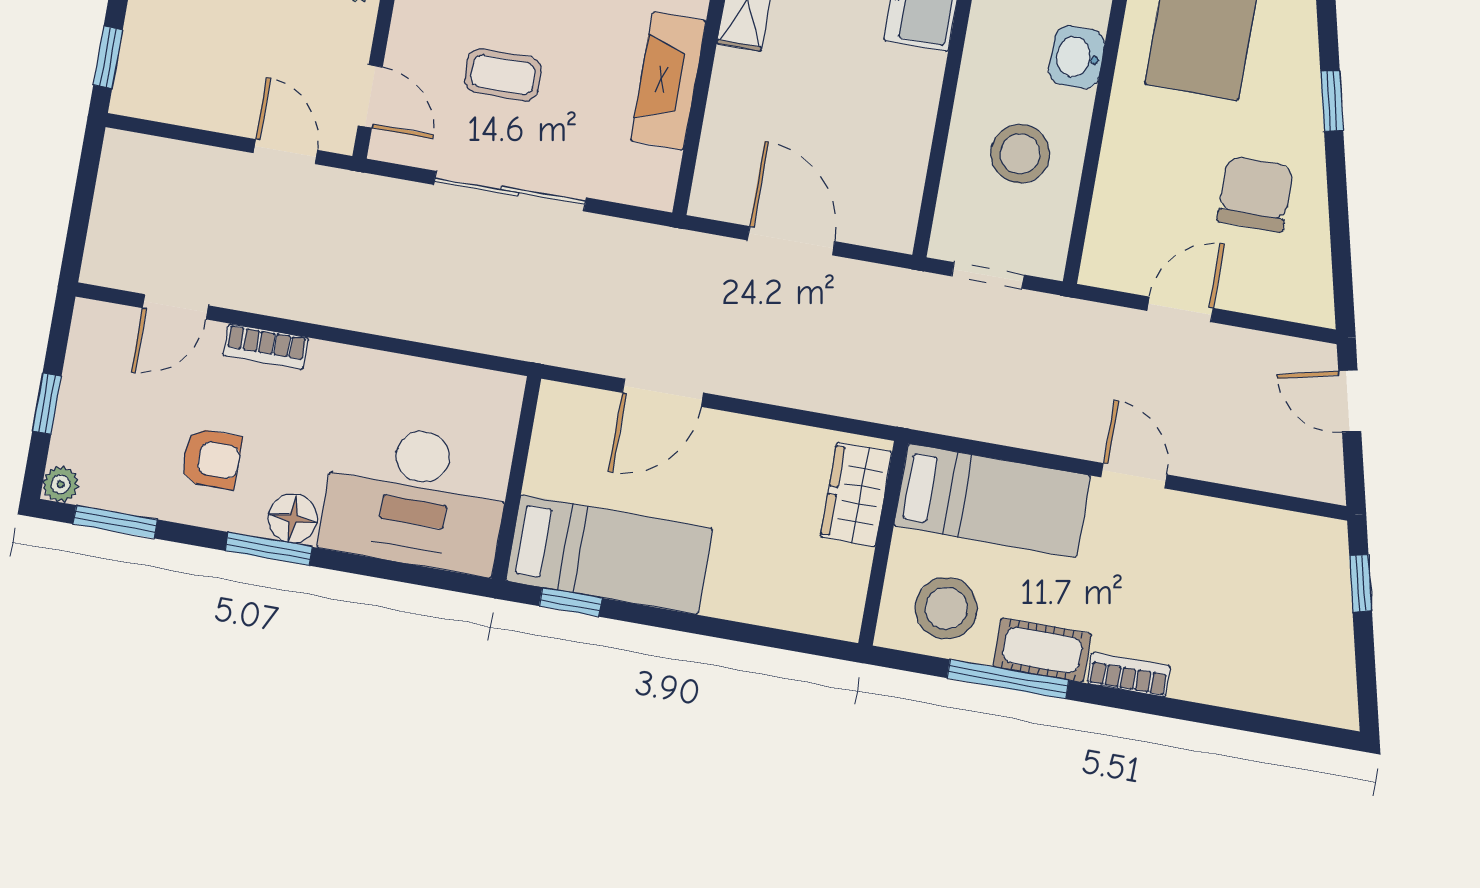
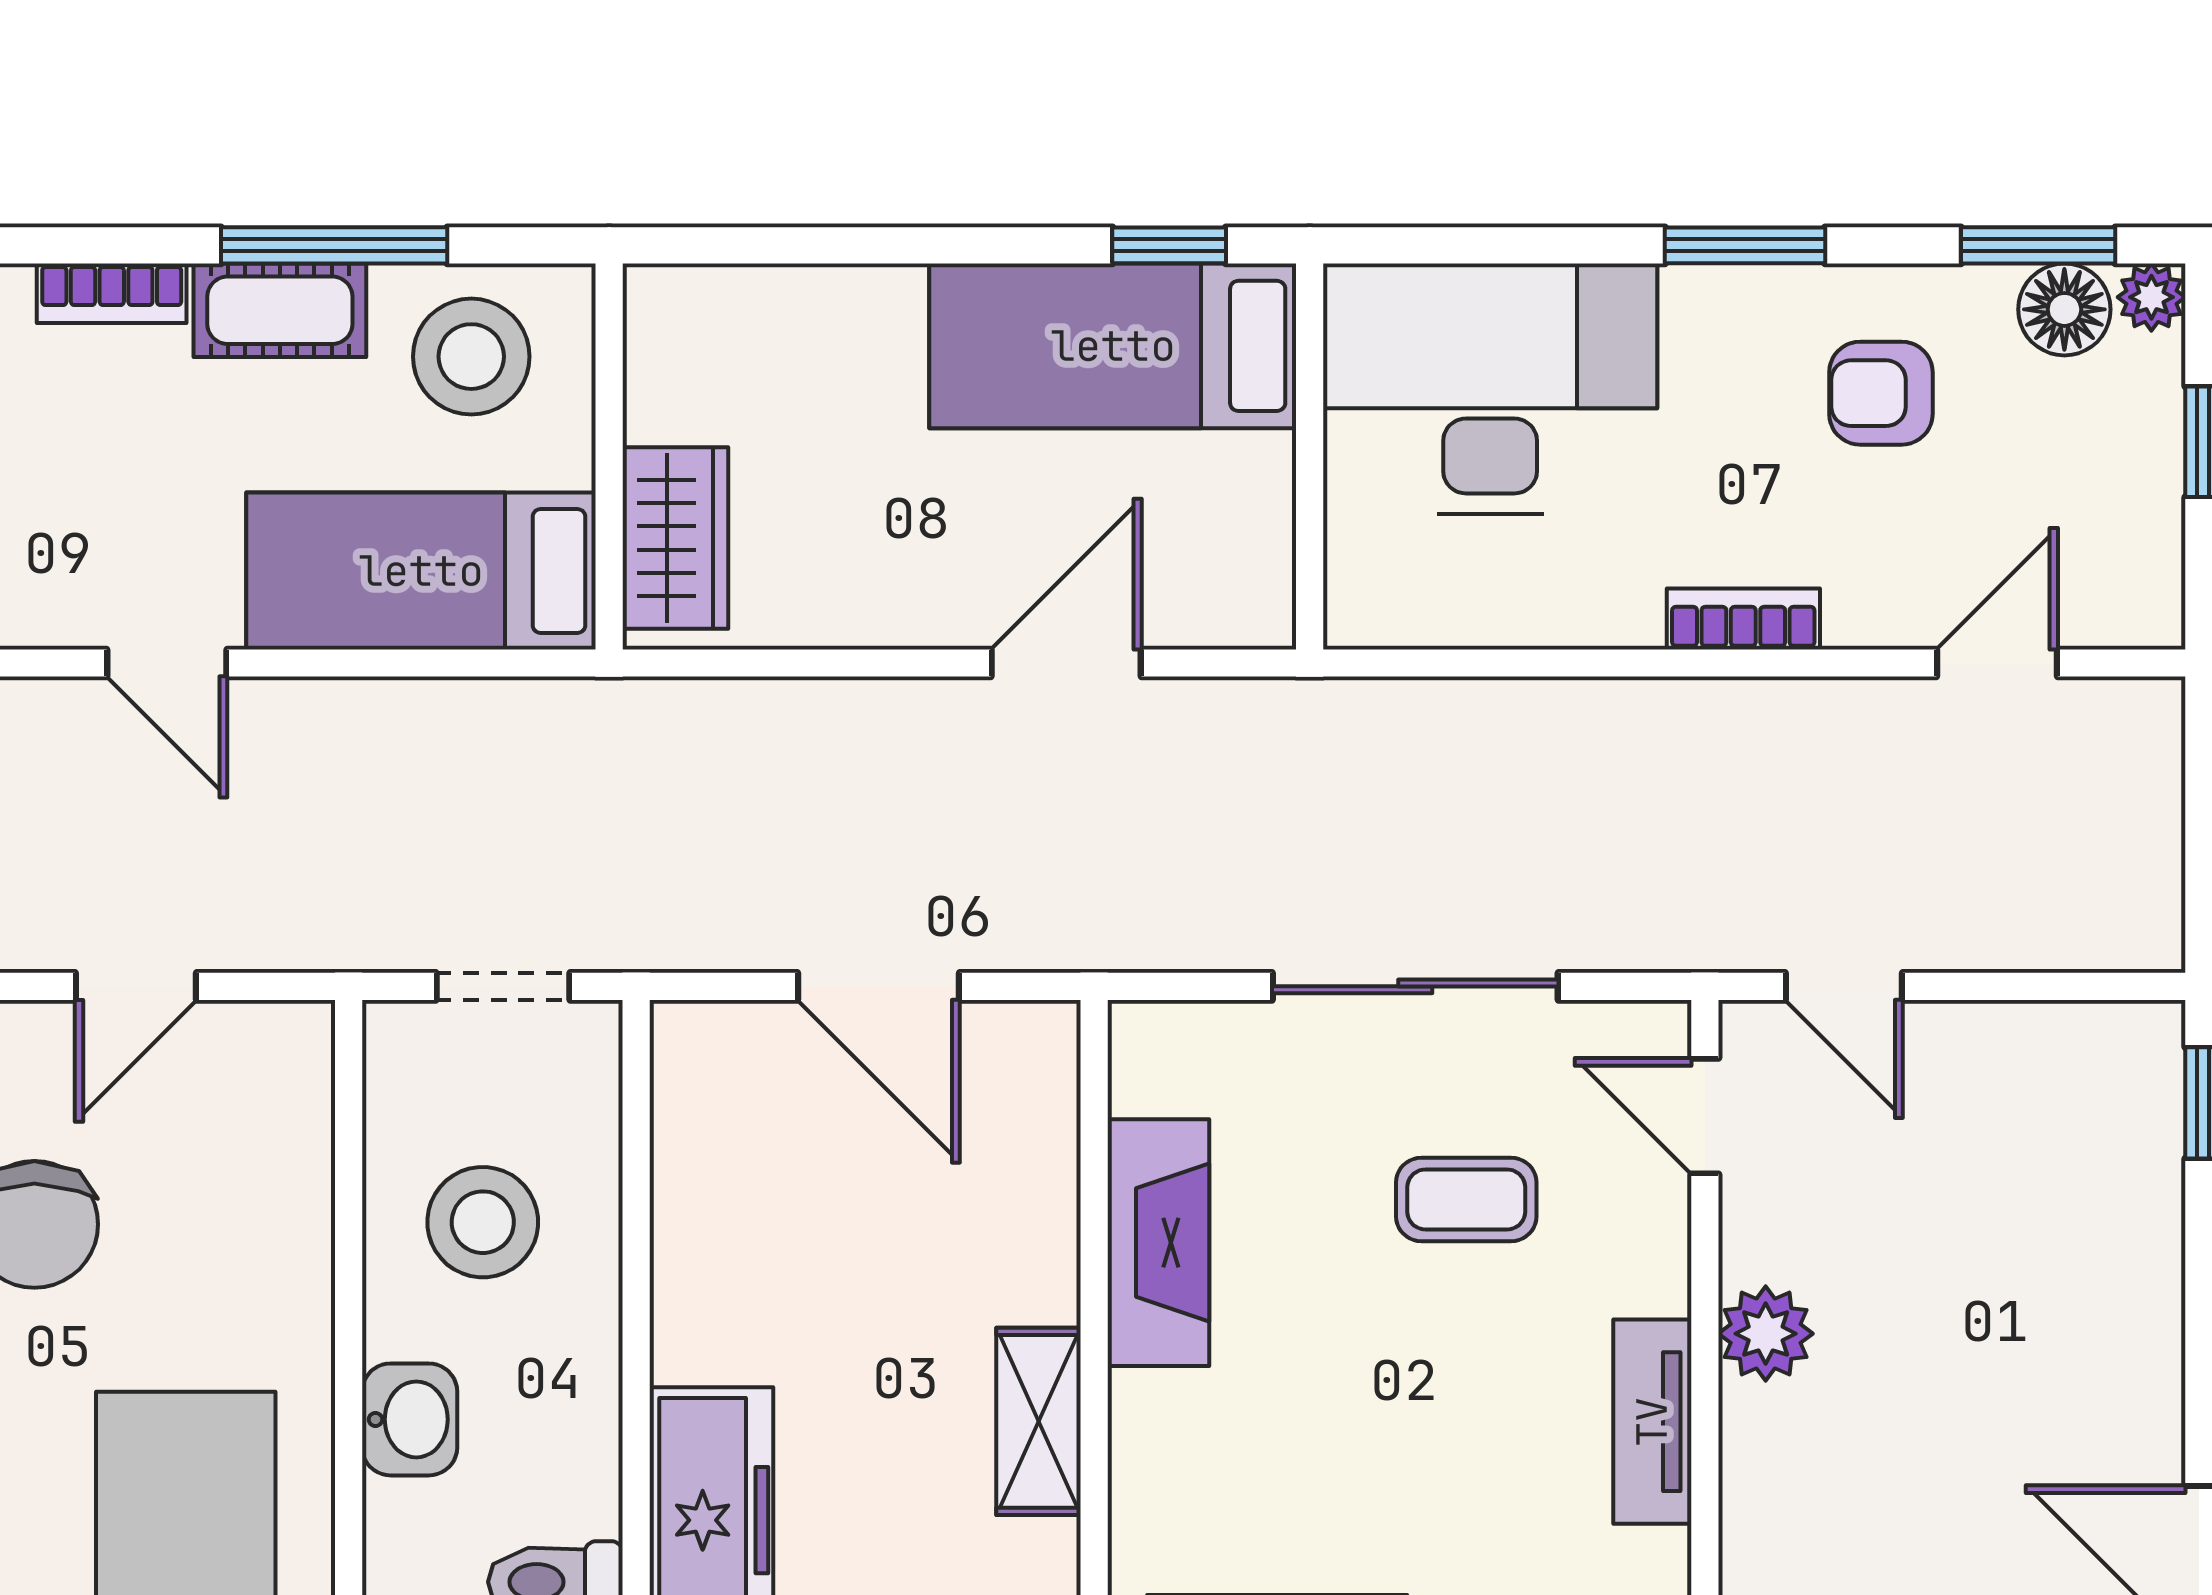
bookcase: (266, 347) -> (1743, 619), moved
floor lamp: (293, 518) -> (2064, 309), moved

